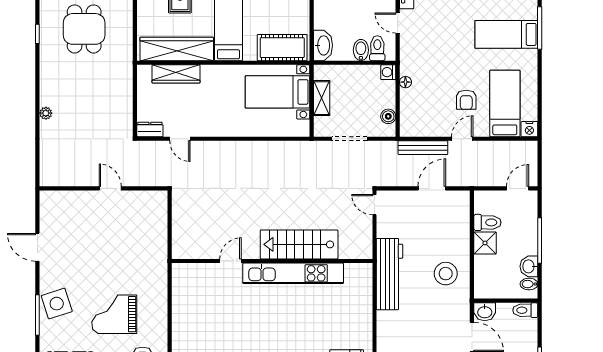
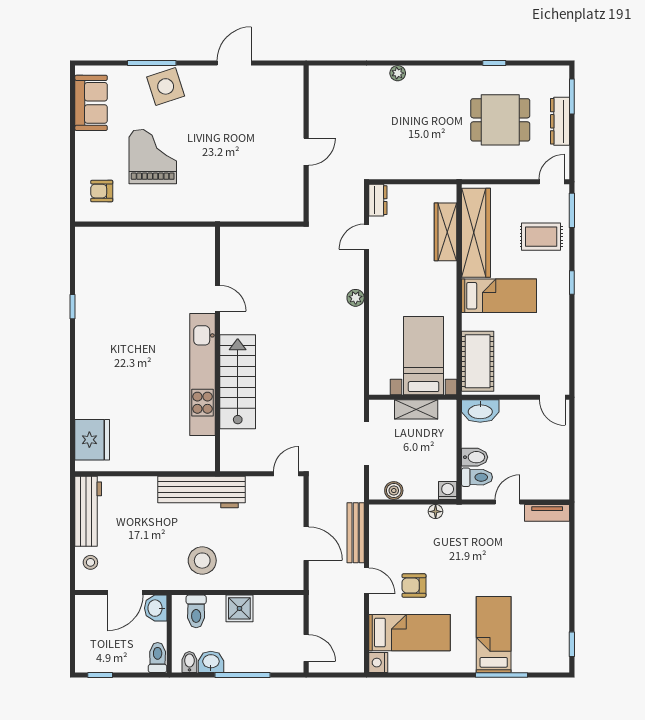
plant: (230, 148) -> (356, 298), added
toilet: (487, 222) -> (196, 611), moved

